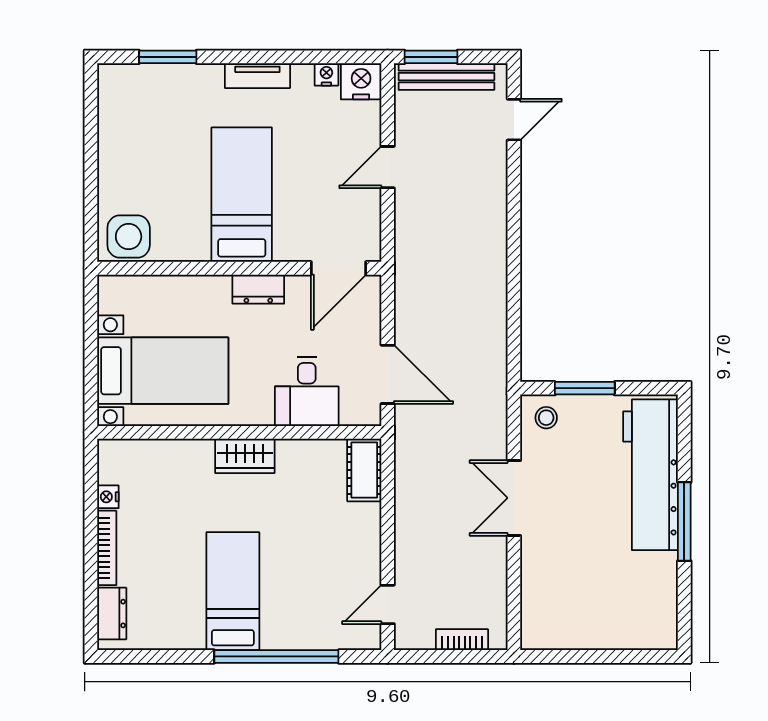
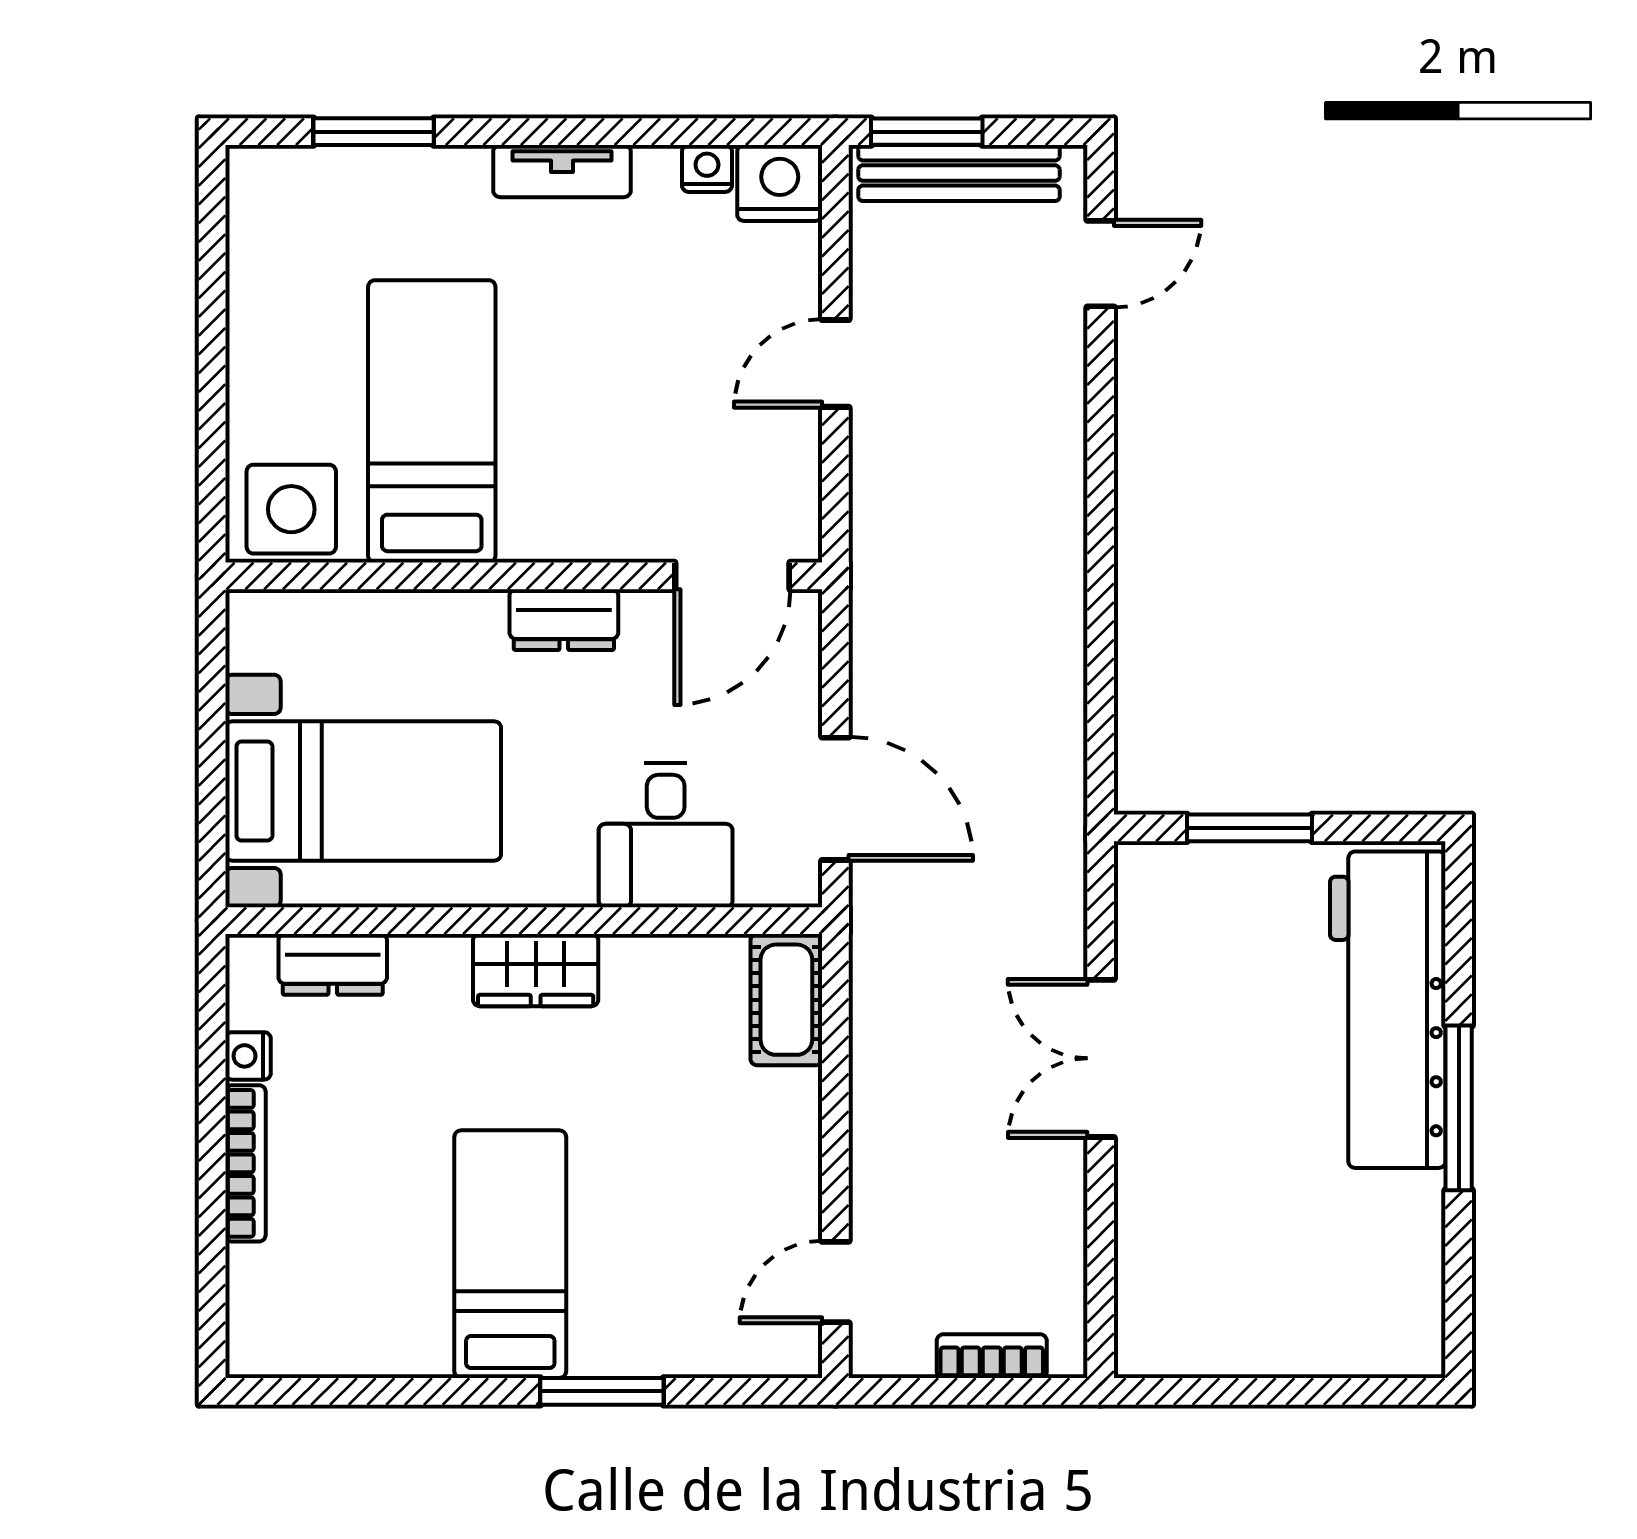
bed: (242, 195) -> (432, 421), moved
stool: (546, 418) -> (1169, 890), removed
dresser: (112, 614) -> (333, 964), moved, turned 90
window: (276, 656) -> (602, 1391), width x0.47

